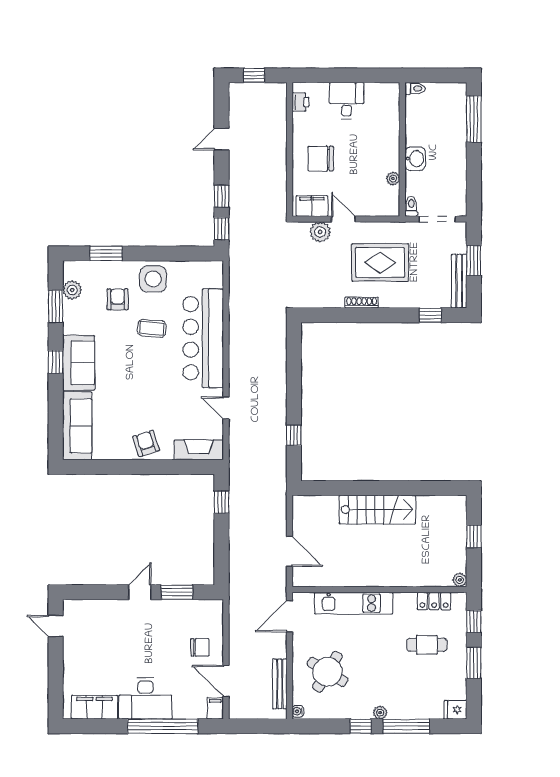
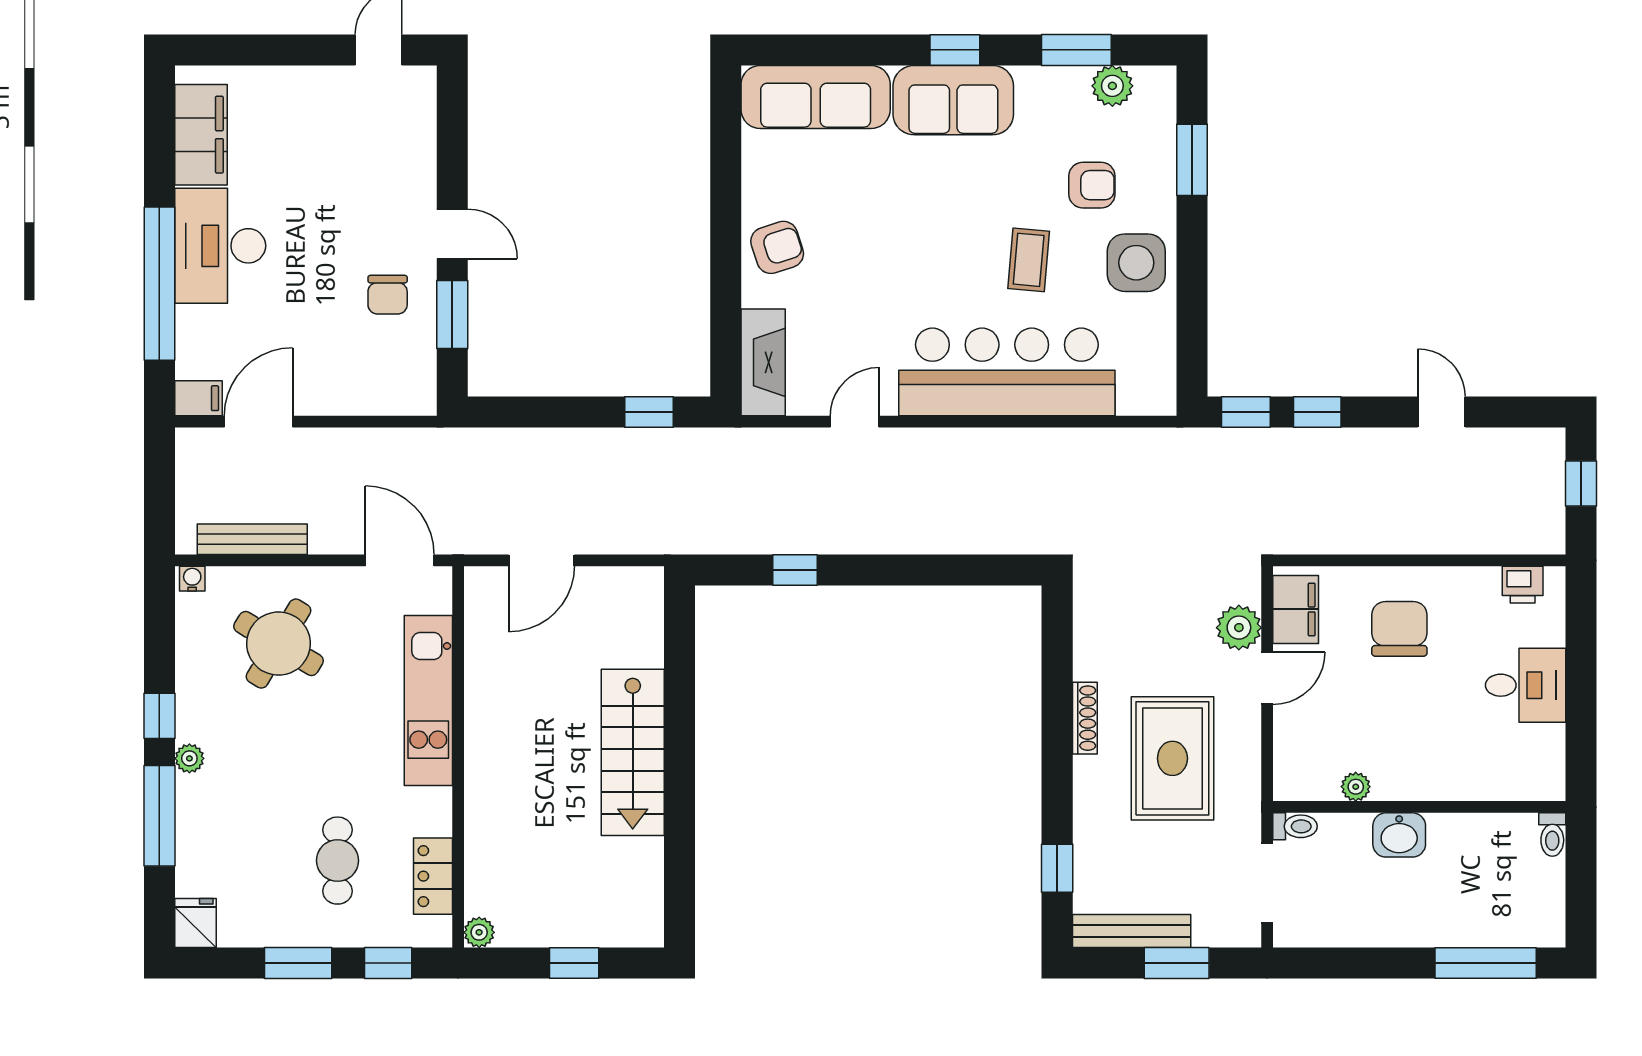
chair: (200, 647) -> (388, 295), moved

